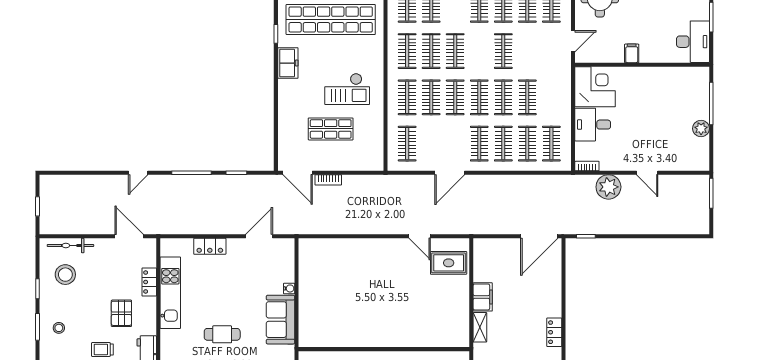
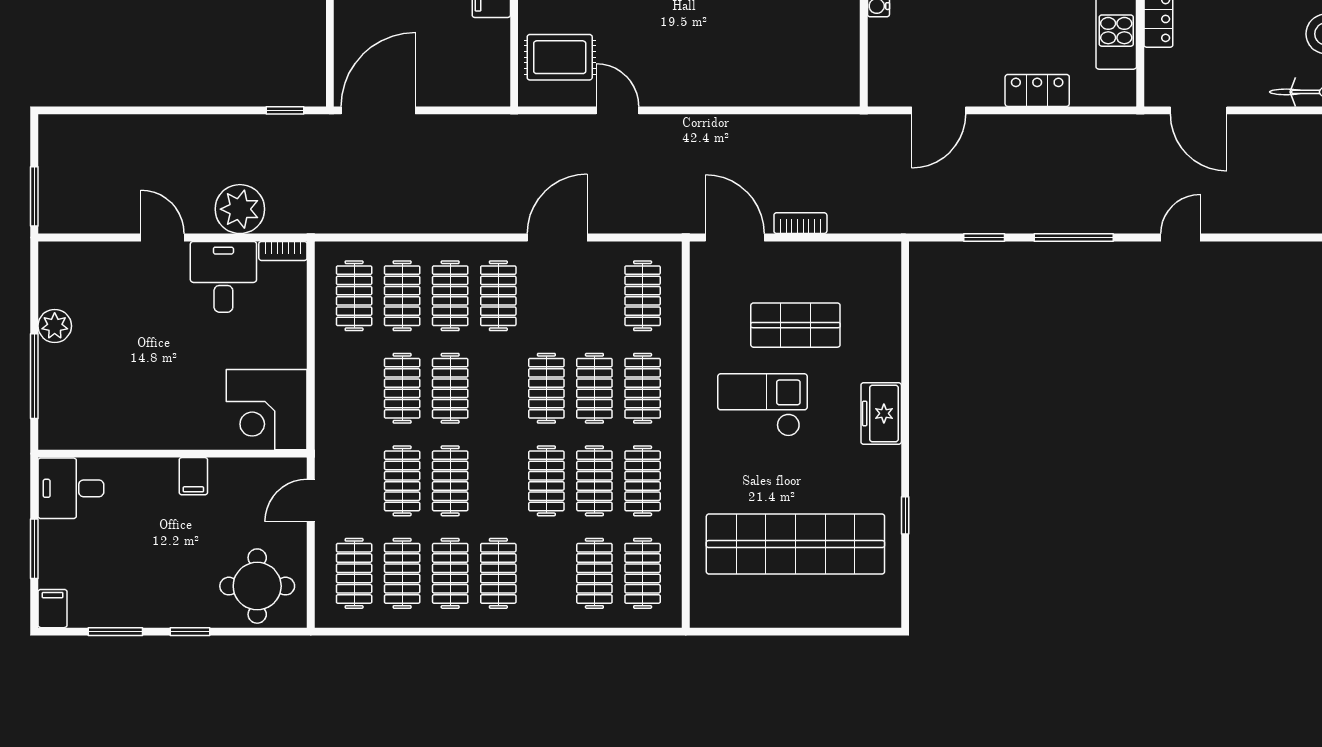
desk: (693, 42) -> (71, 488), width x0.73
freezer: (288, 63) -> (881, 413), moved
clothes rail: (479, 97) -> (402, 481), moved
desk: (593, 125) -> (223, 277), moved, turned -90
door: (298, 173) -> (735, 238), moved

